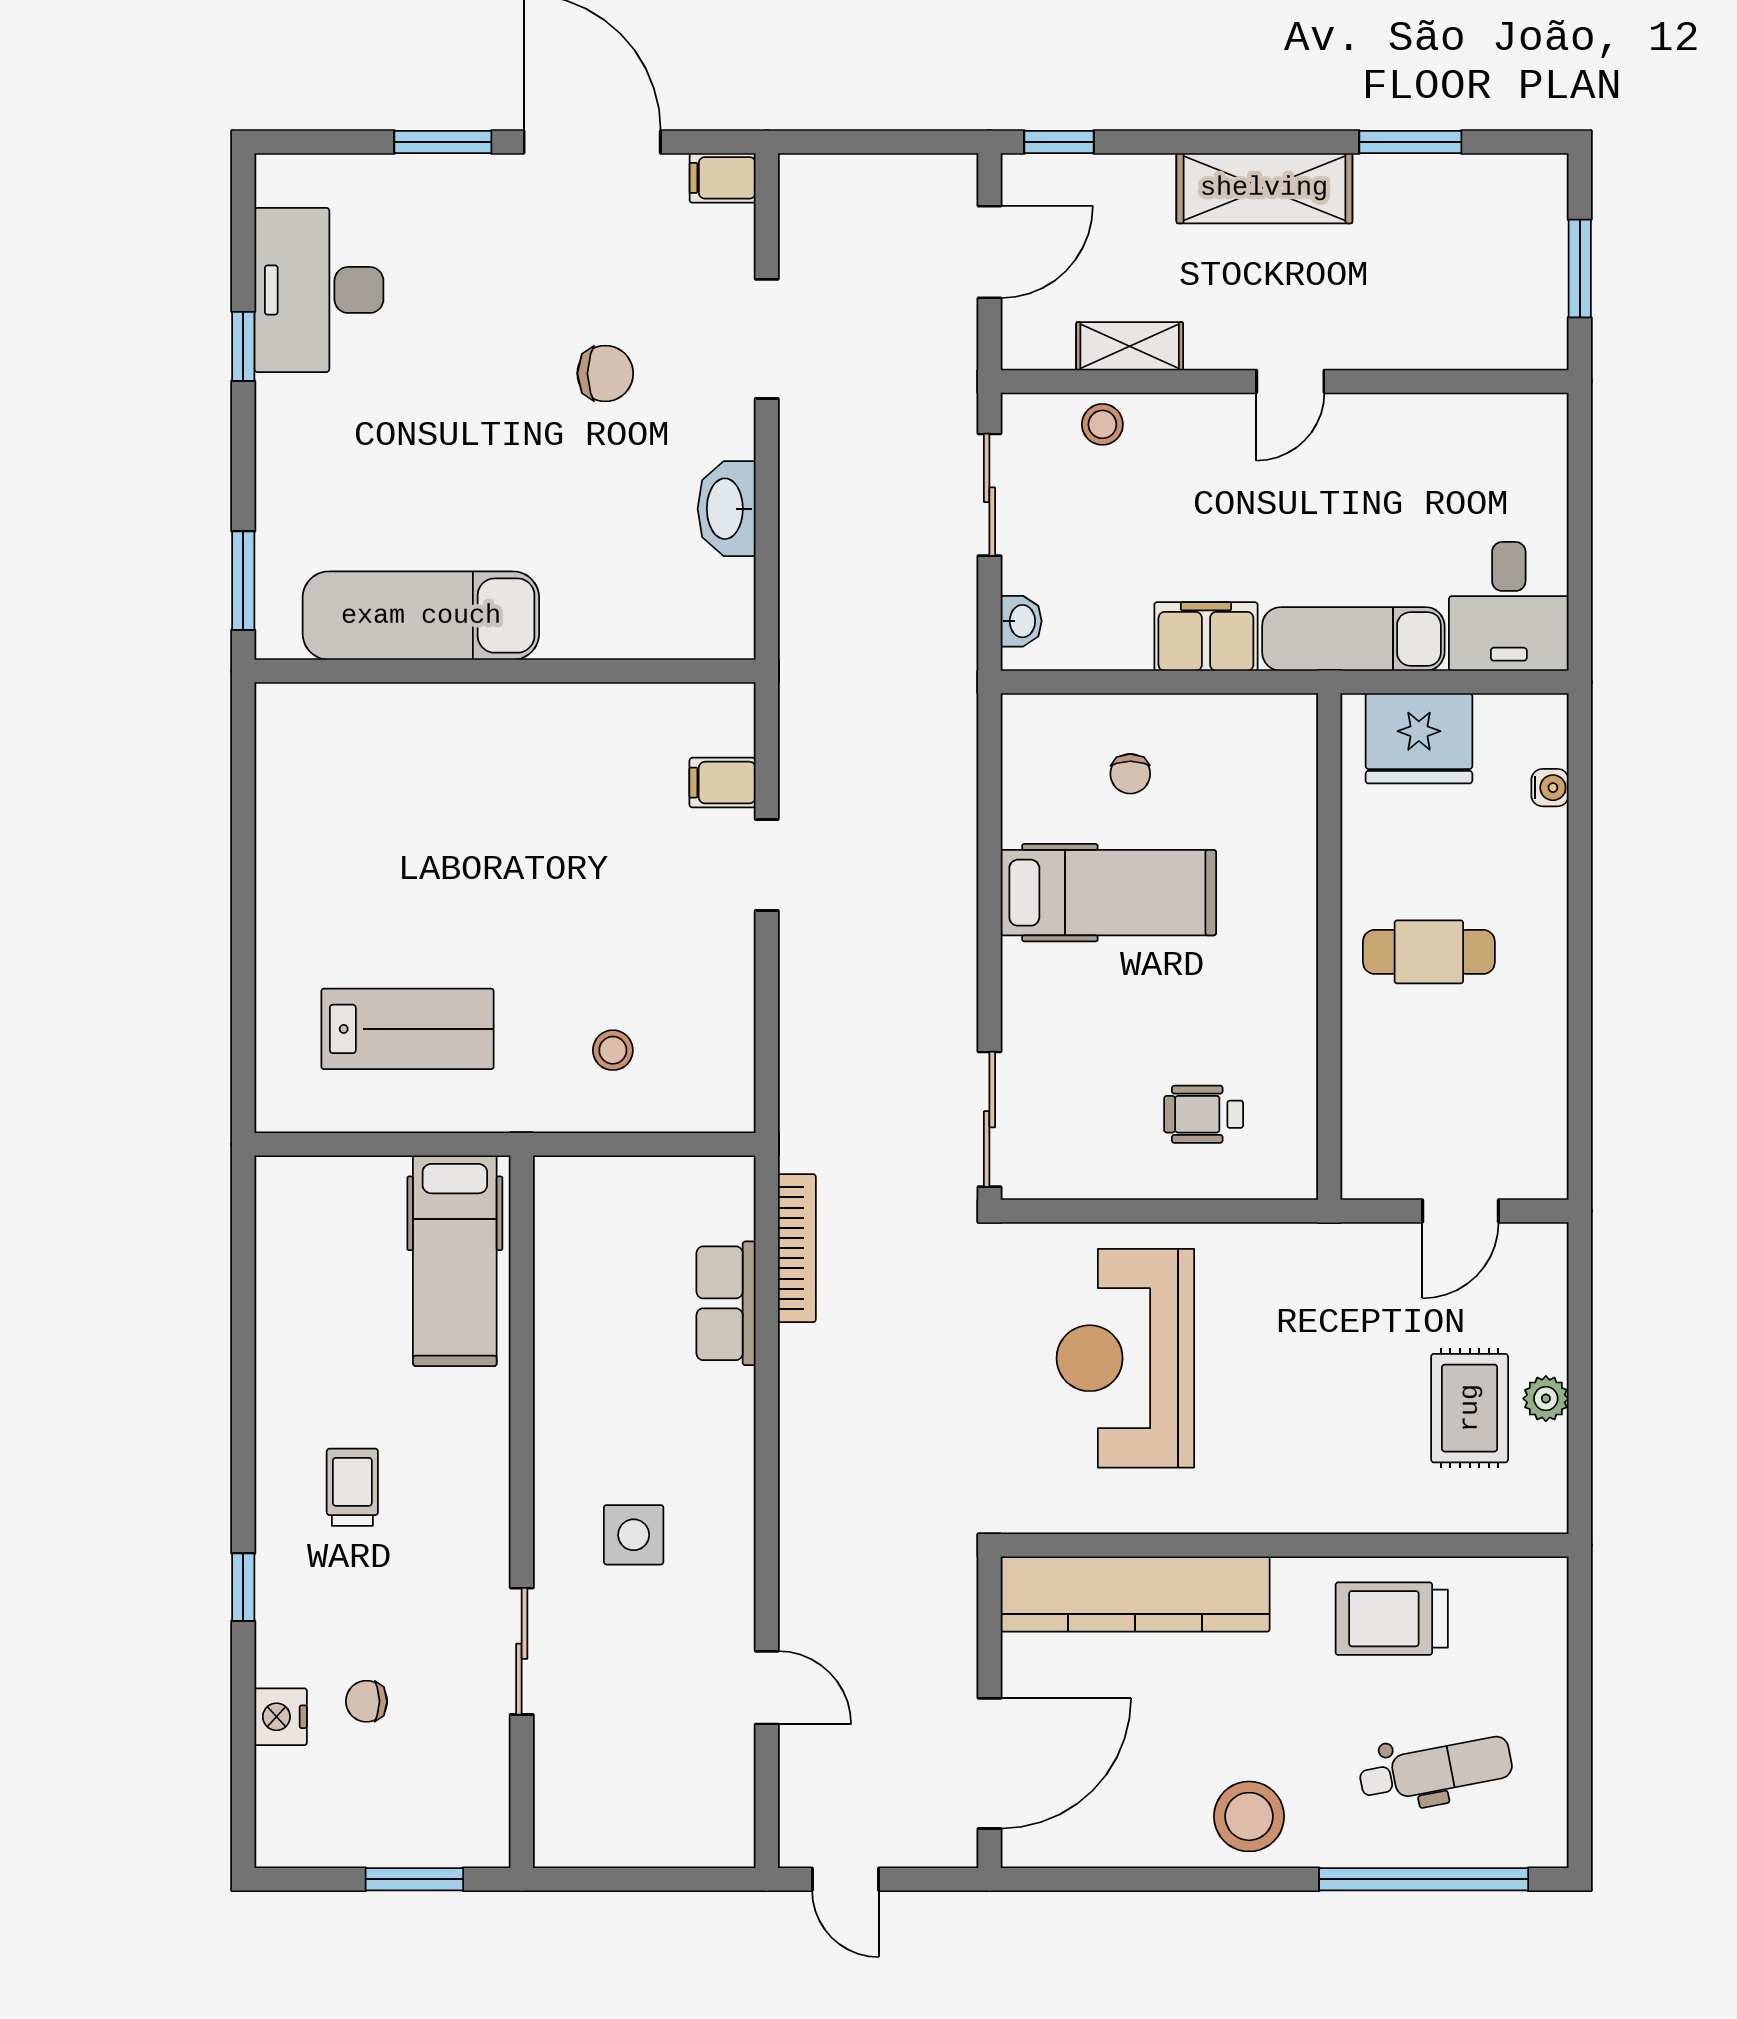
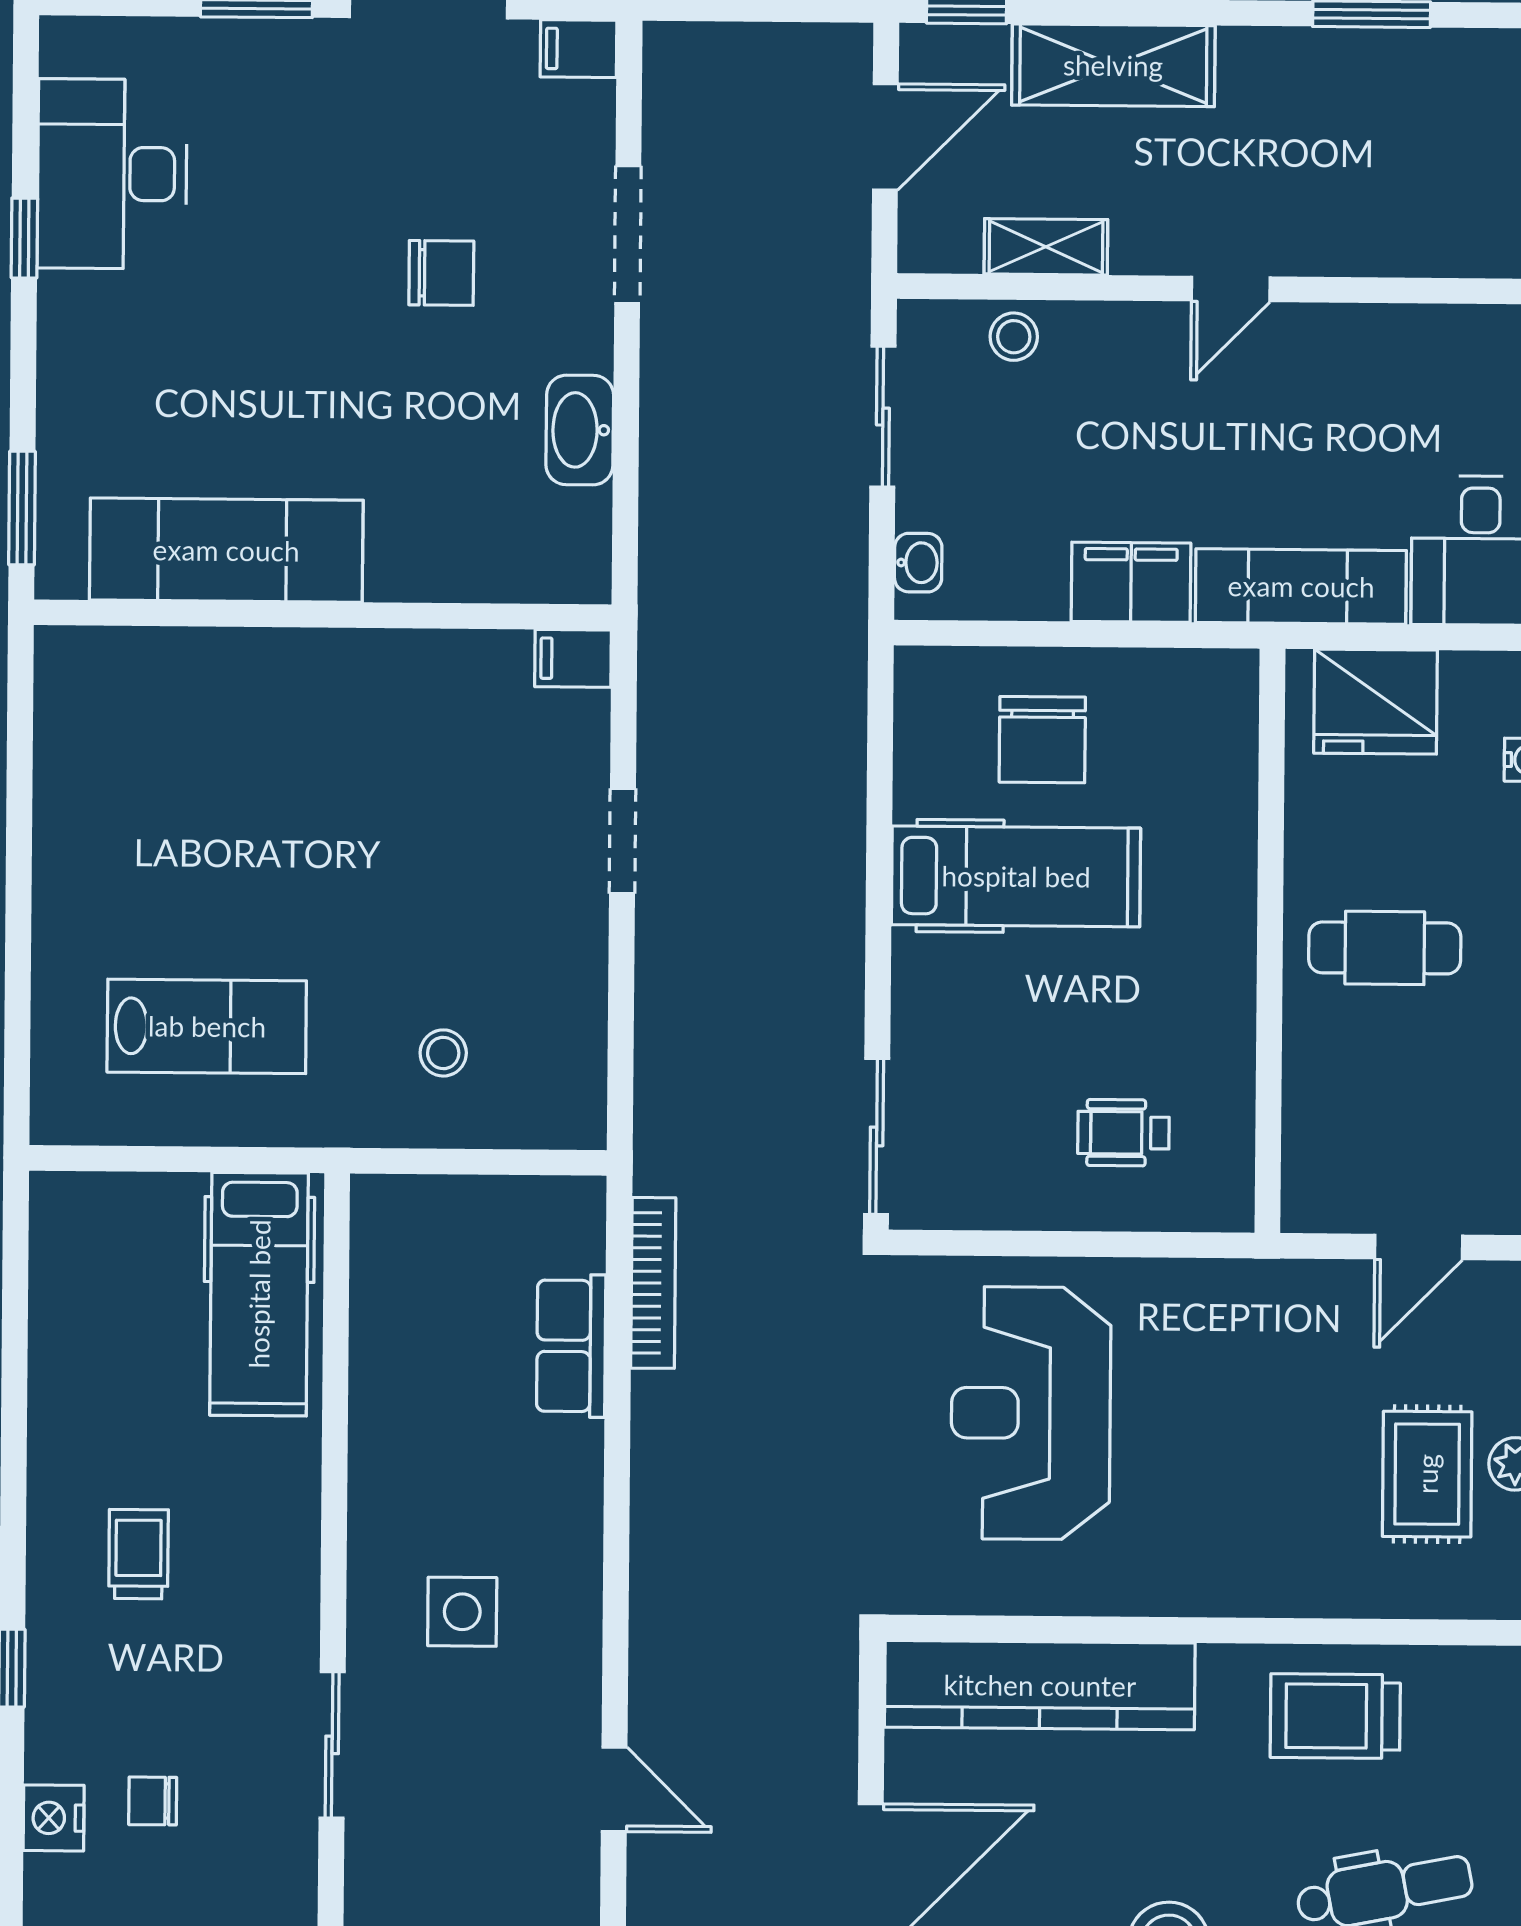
shelving: (1264, 188) -> (1113, 65), moved
chair: (1130, 774) -> (1042, 740), width x1.87, depth x1.87
filing cabinet: (723, 783) -> (573, 658), moved

